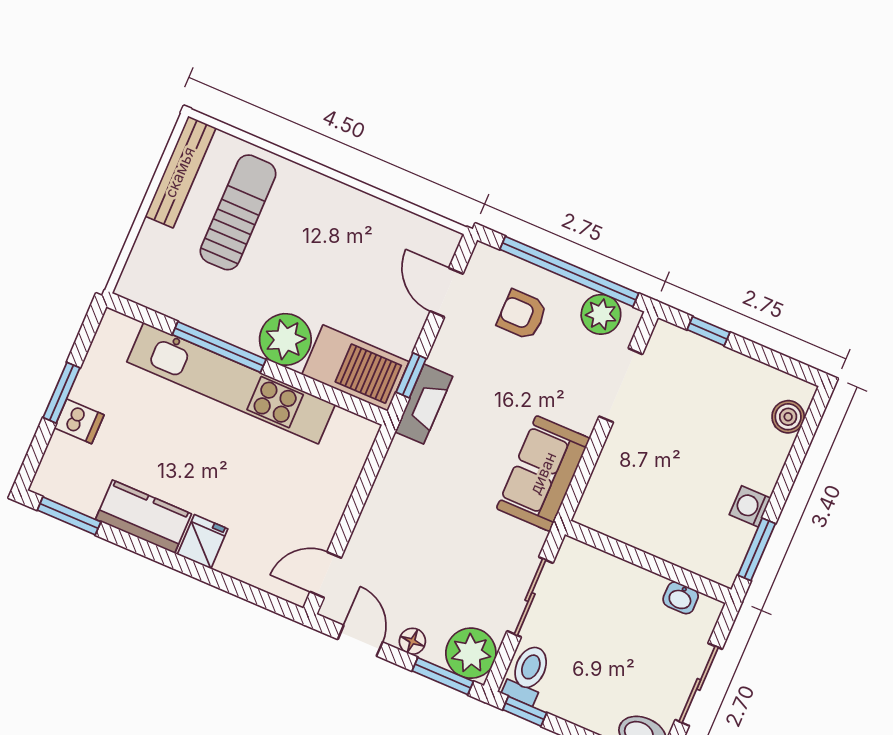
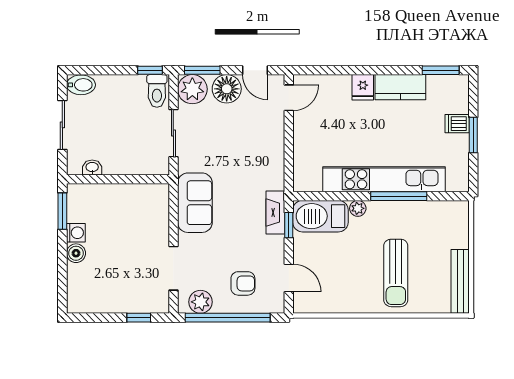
sun lounger: (238, 212) -> (396, 273), moved
plant: (285, 339) -> (358, 208), width x0.53, depth x0.53
boiler: (788, 417) -> (76, 253), moved
floor lamp: (412, 641) -> (227, 89), width x1.89, depth x1.89

